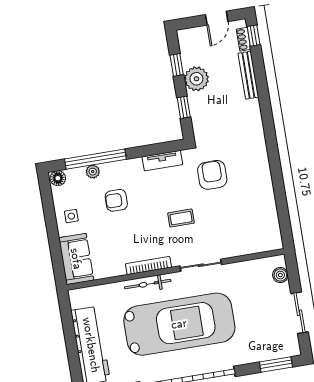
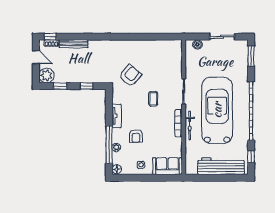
plant: (196, 79) -> (46, 75), moved
tv unit: (162, 161) -> (117, 116), moved
armchair: (212, 175) -> (130, 76), turned 130

